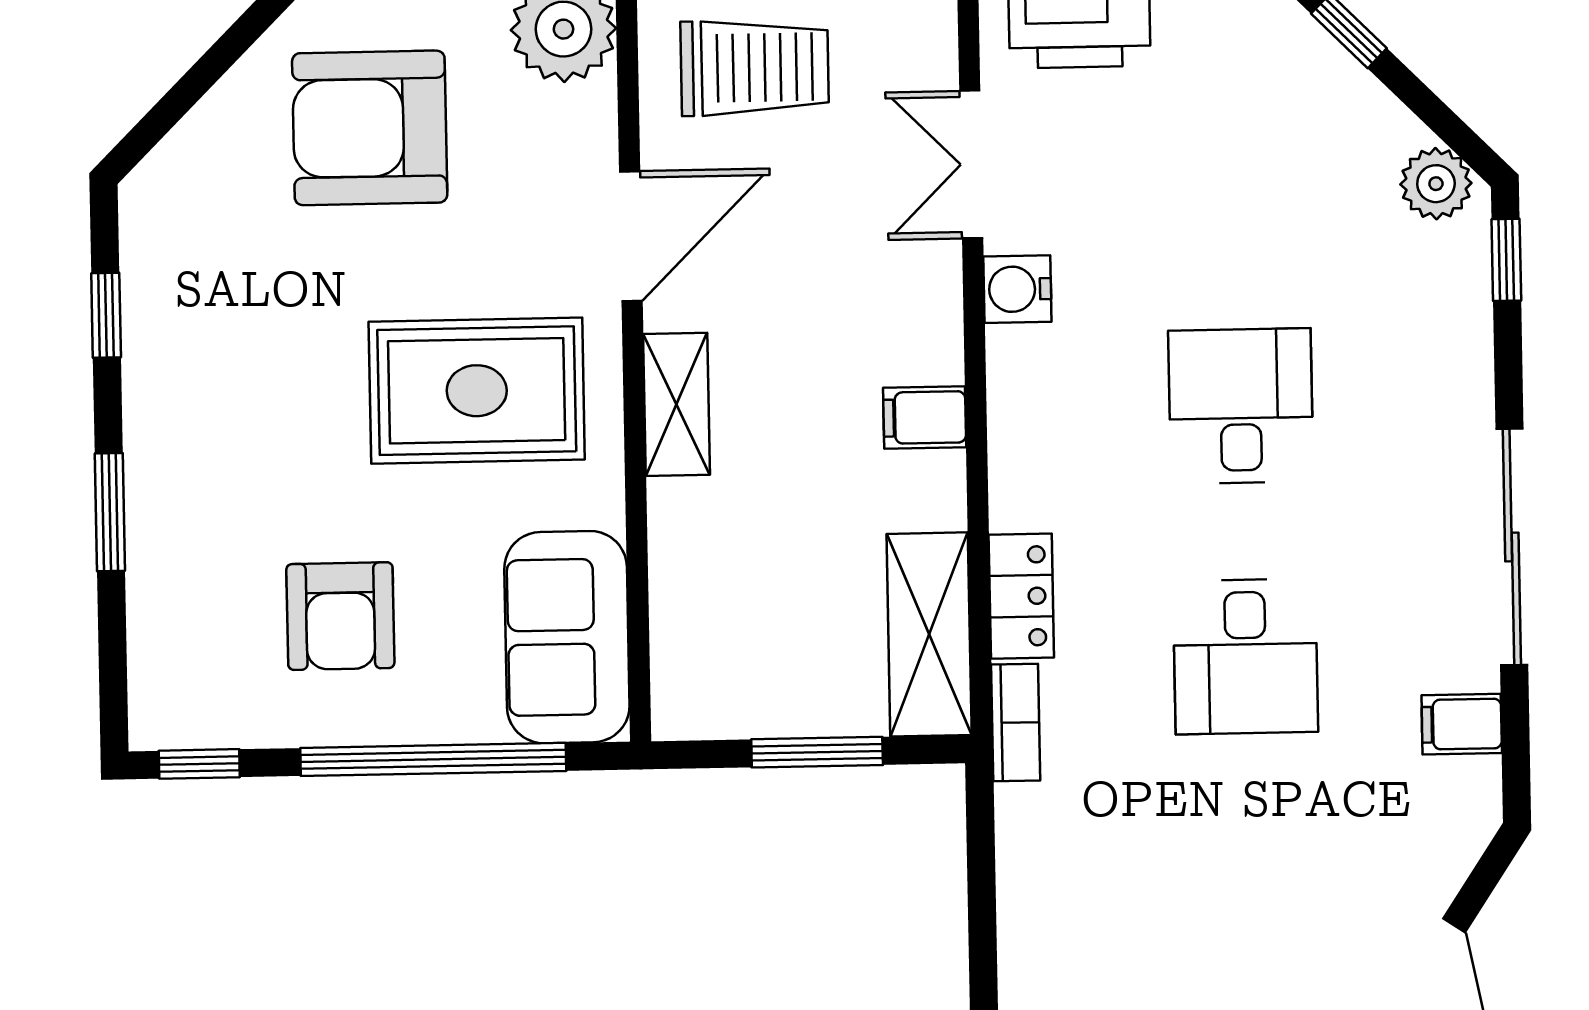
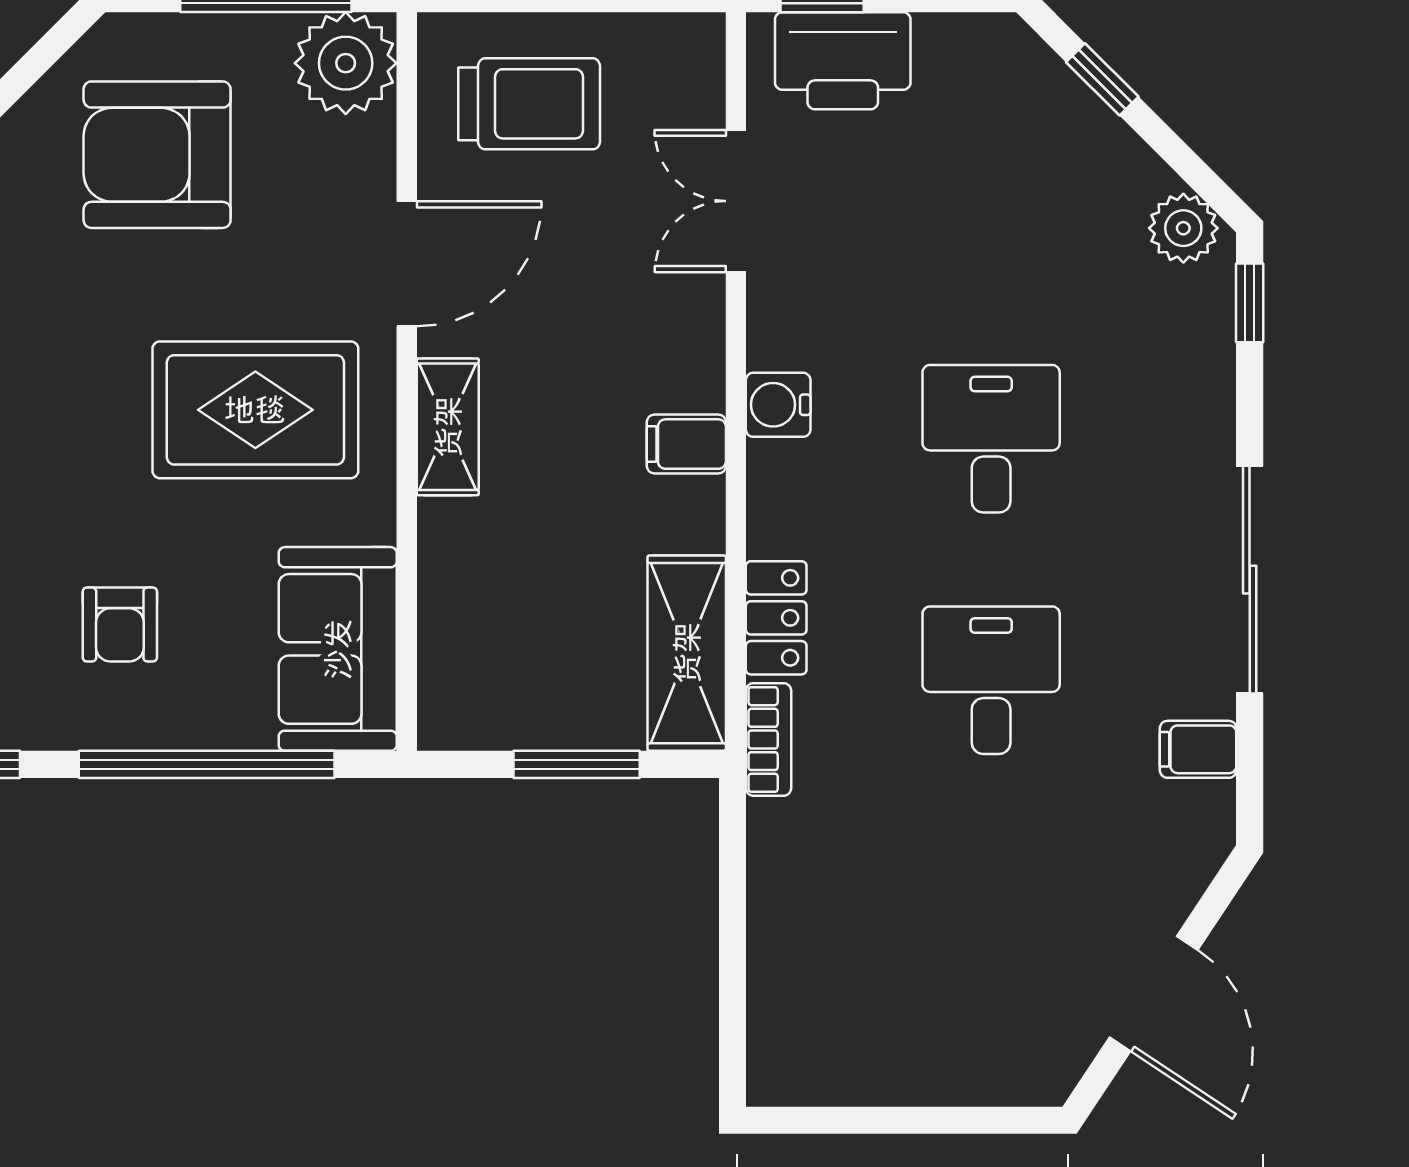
water cooler: (1017, 289) -> (778, 405), moved
armchair: (340, 616) -> (120, 624), width x0.72, depth x0.72
desk: (1246, 657) -> (991, 680), turned 180

